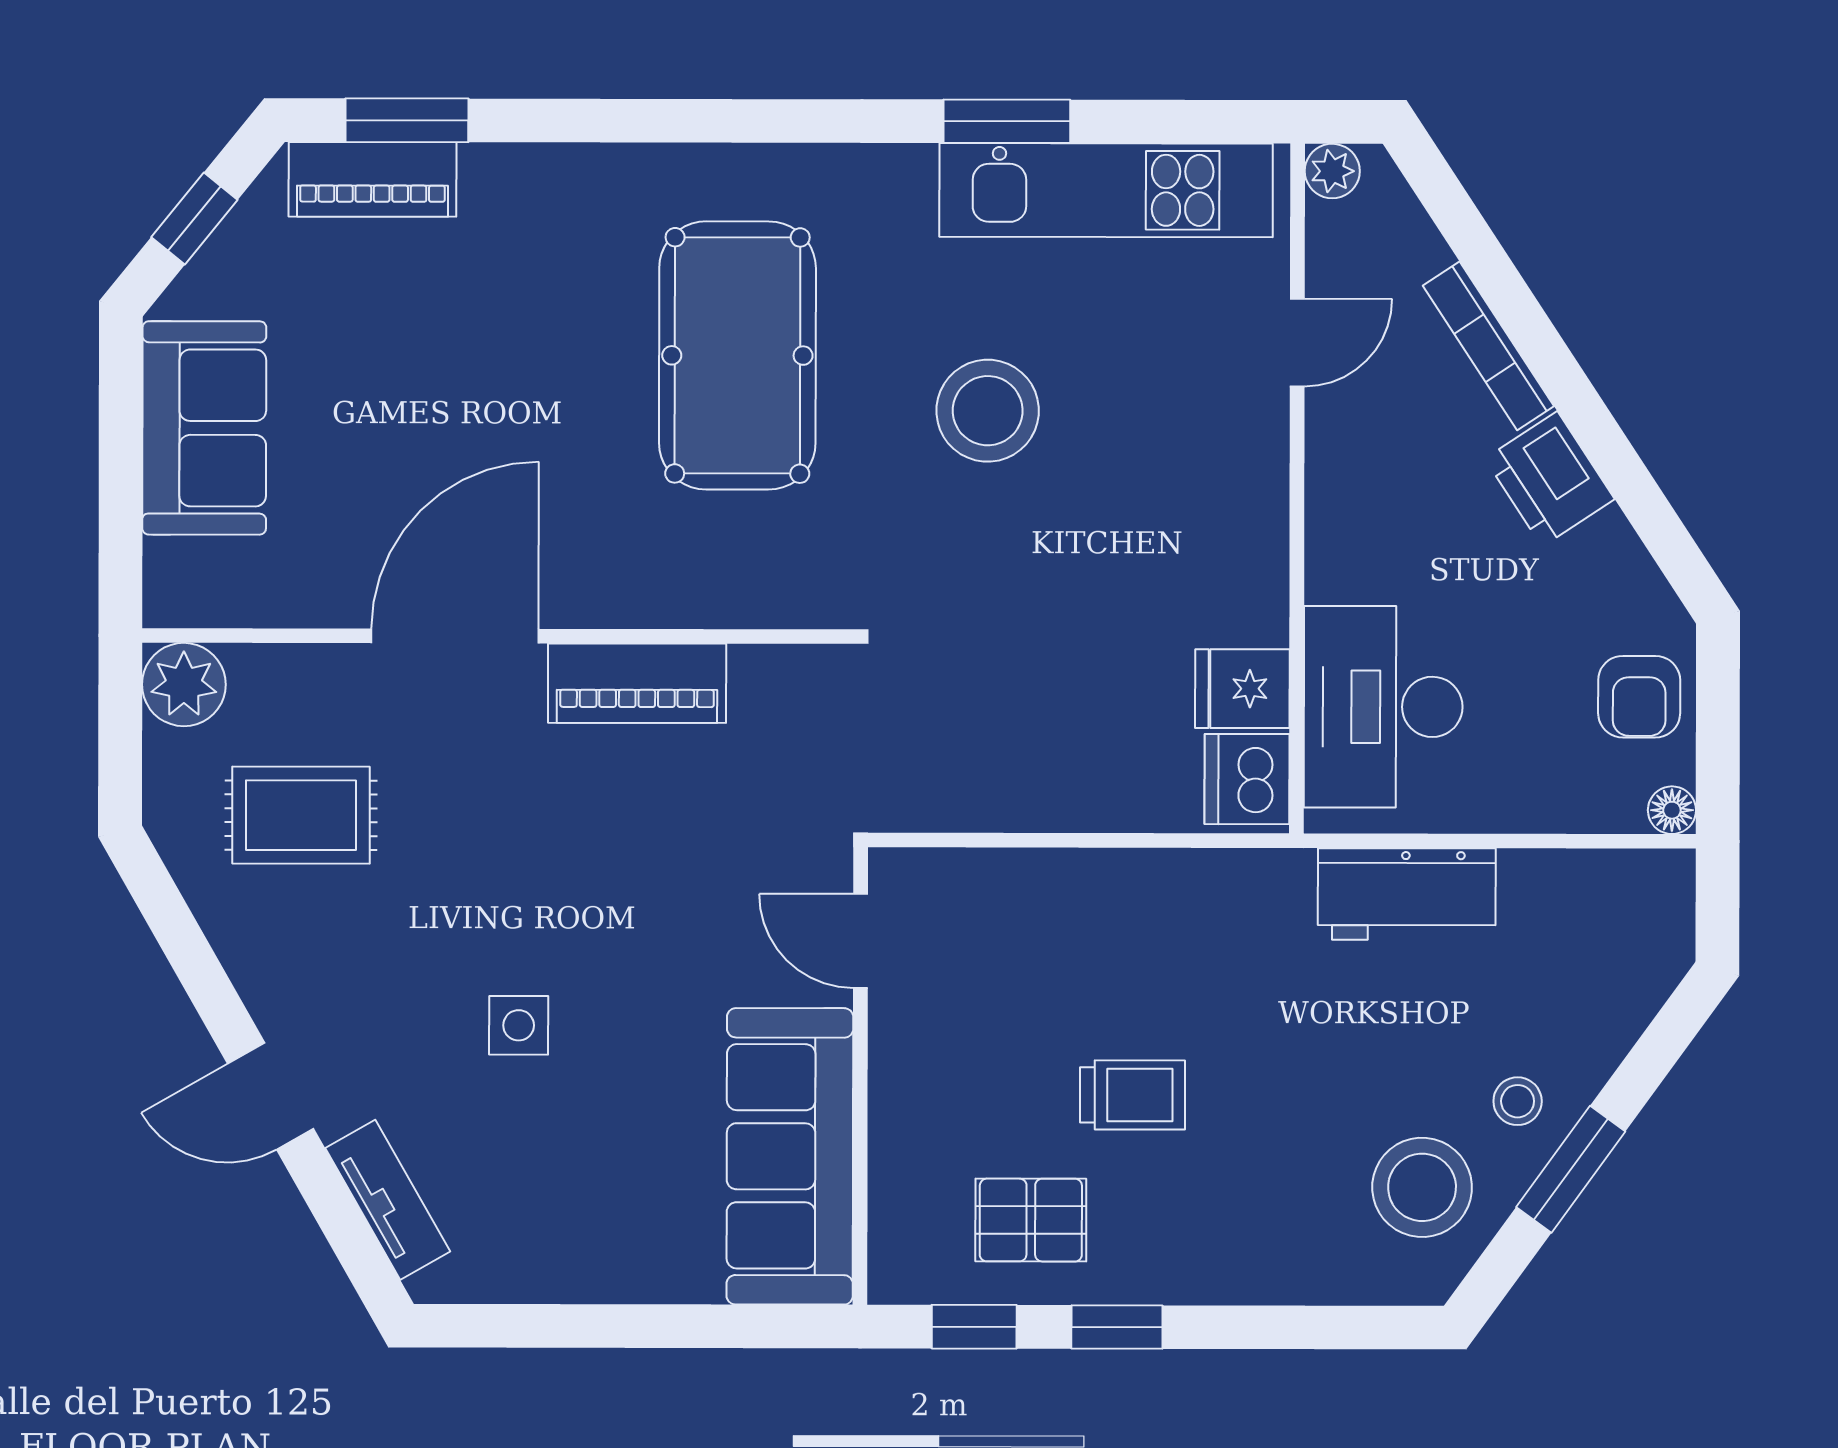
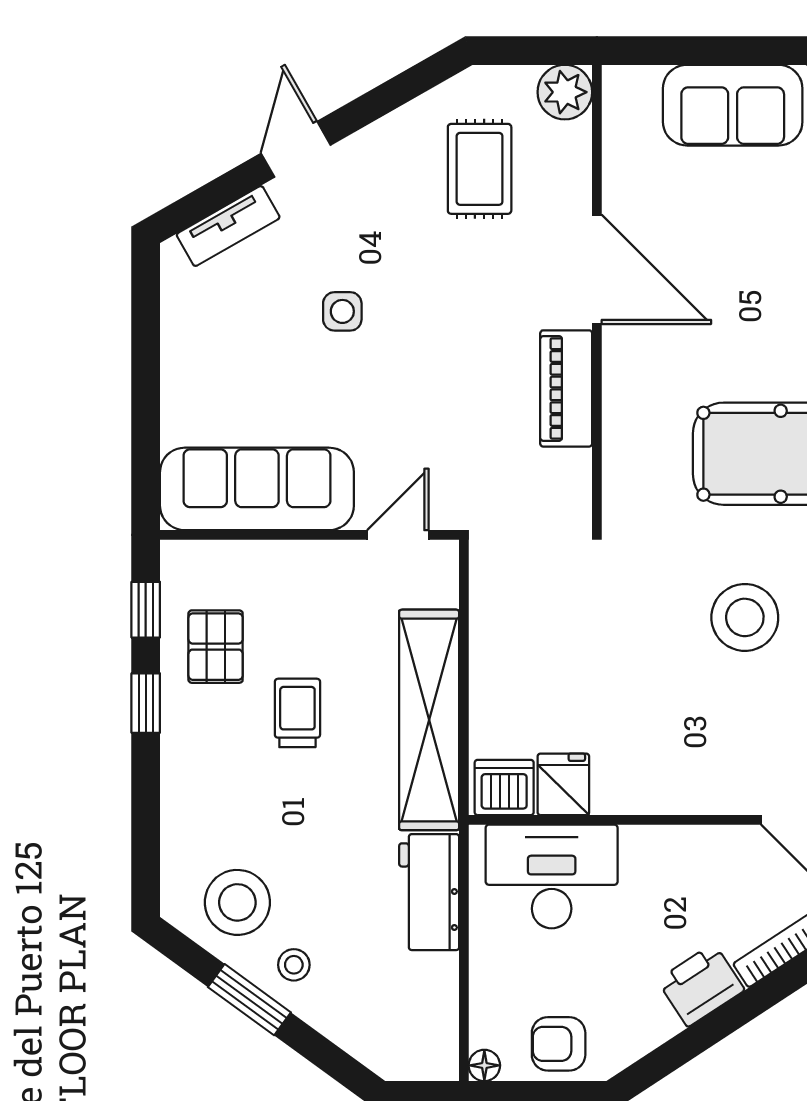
shelving: (1144, 894) -> (429, 720), added
trolley: (1133, 1095) -> (297, 713), turned 180

